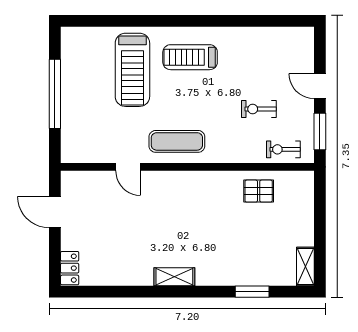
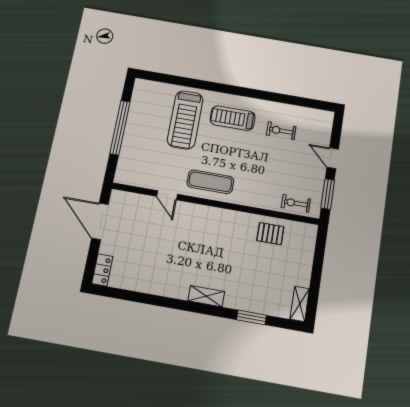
exercise bike: (259, 109) -> (281, 131), moved
door: (55, 212) -> (100, 221), width x1.36
shelving: (174, 277) -> (206, 296), moved

